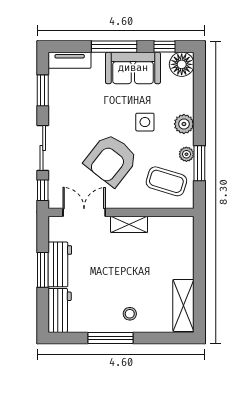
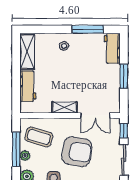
armchair: (111, 160) -> (77, 152), turned 62
window: (199, 163) -> (16, 149), width x1.44
workbench: (60, 264) -> (28, 86), moved, turned 180
window: (110, 338) -> (88, 29), moved

